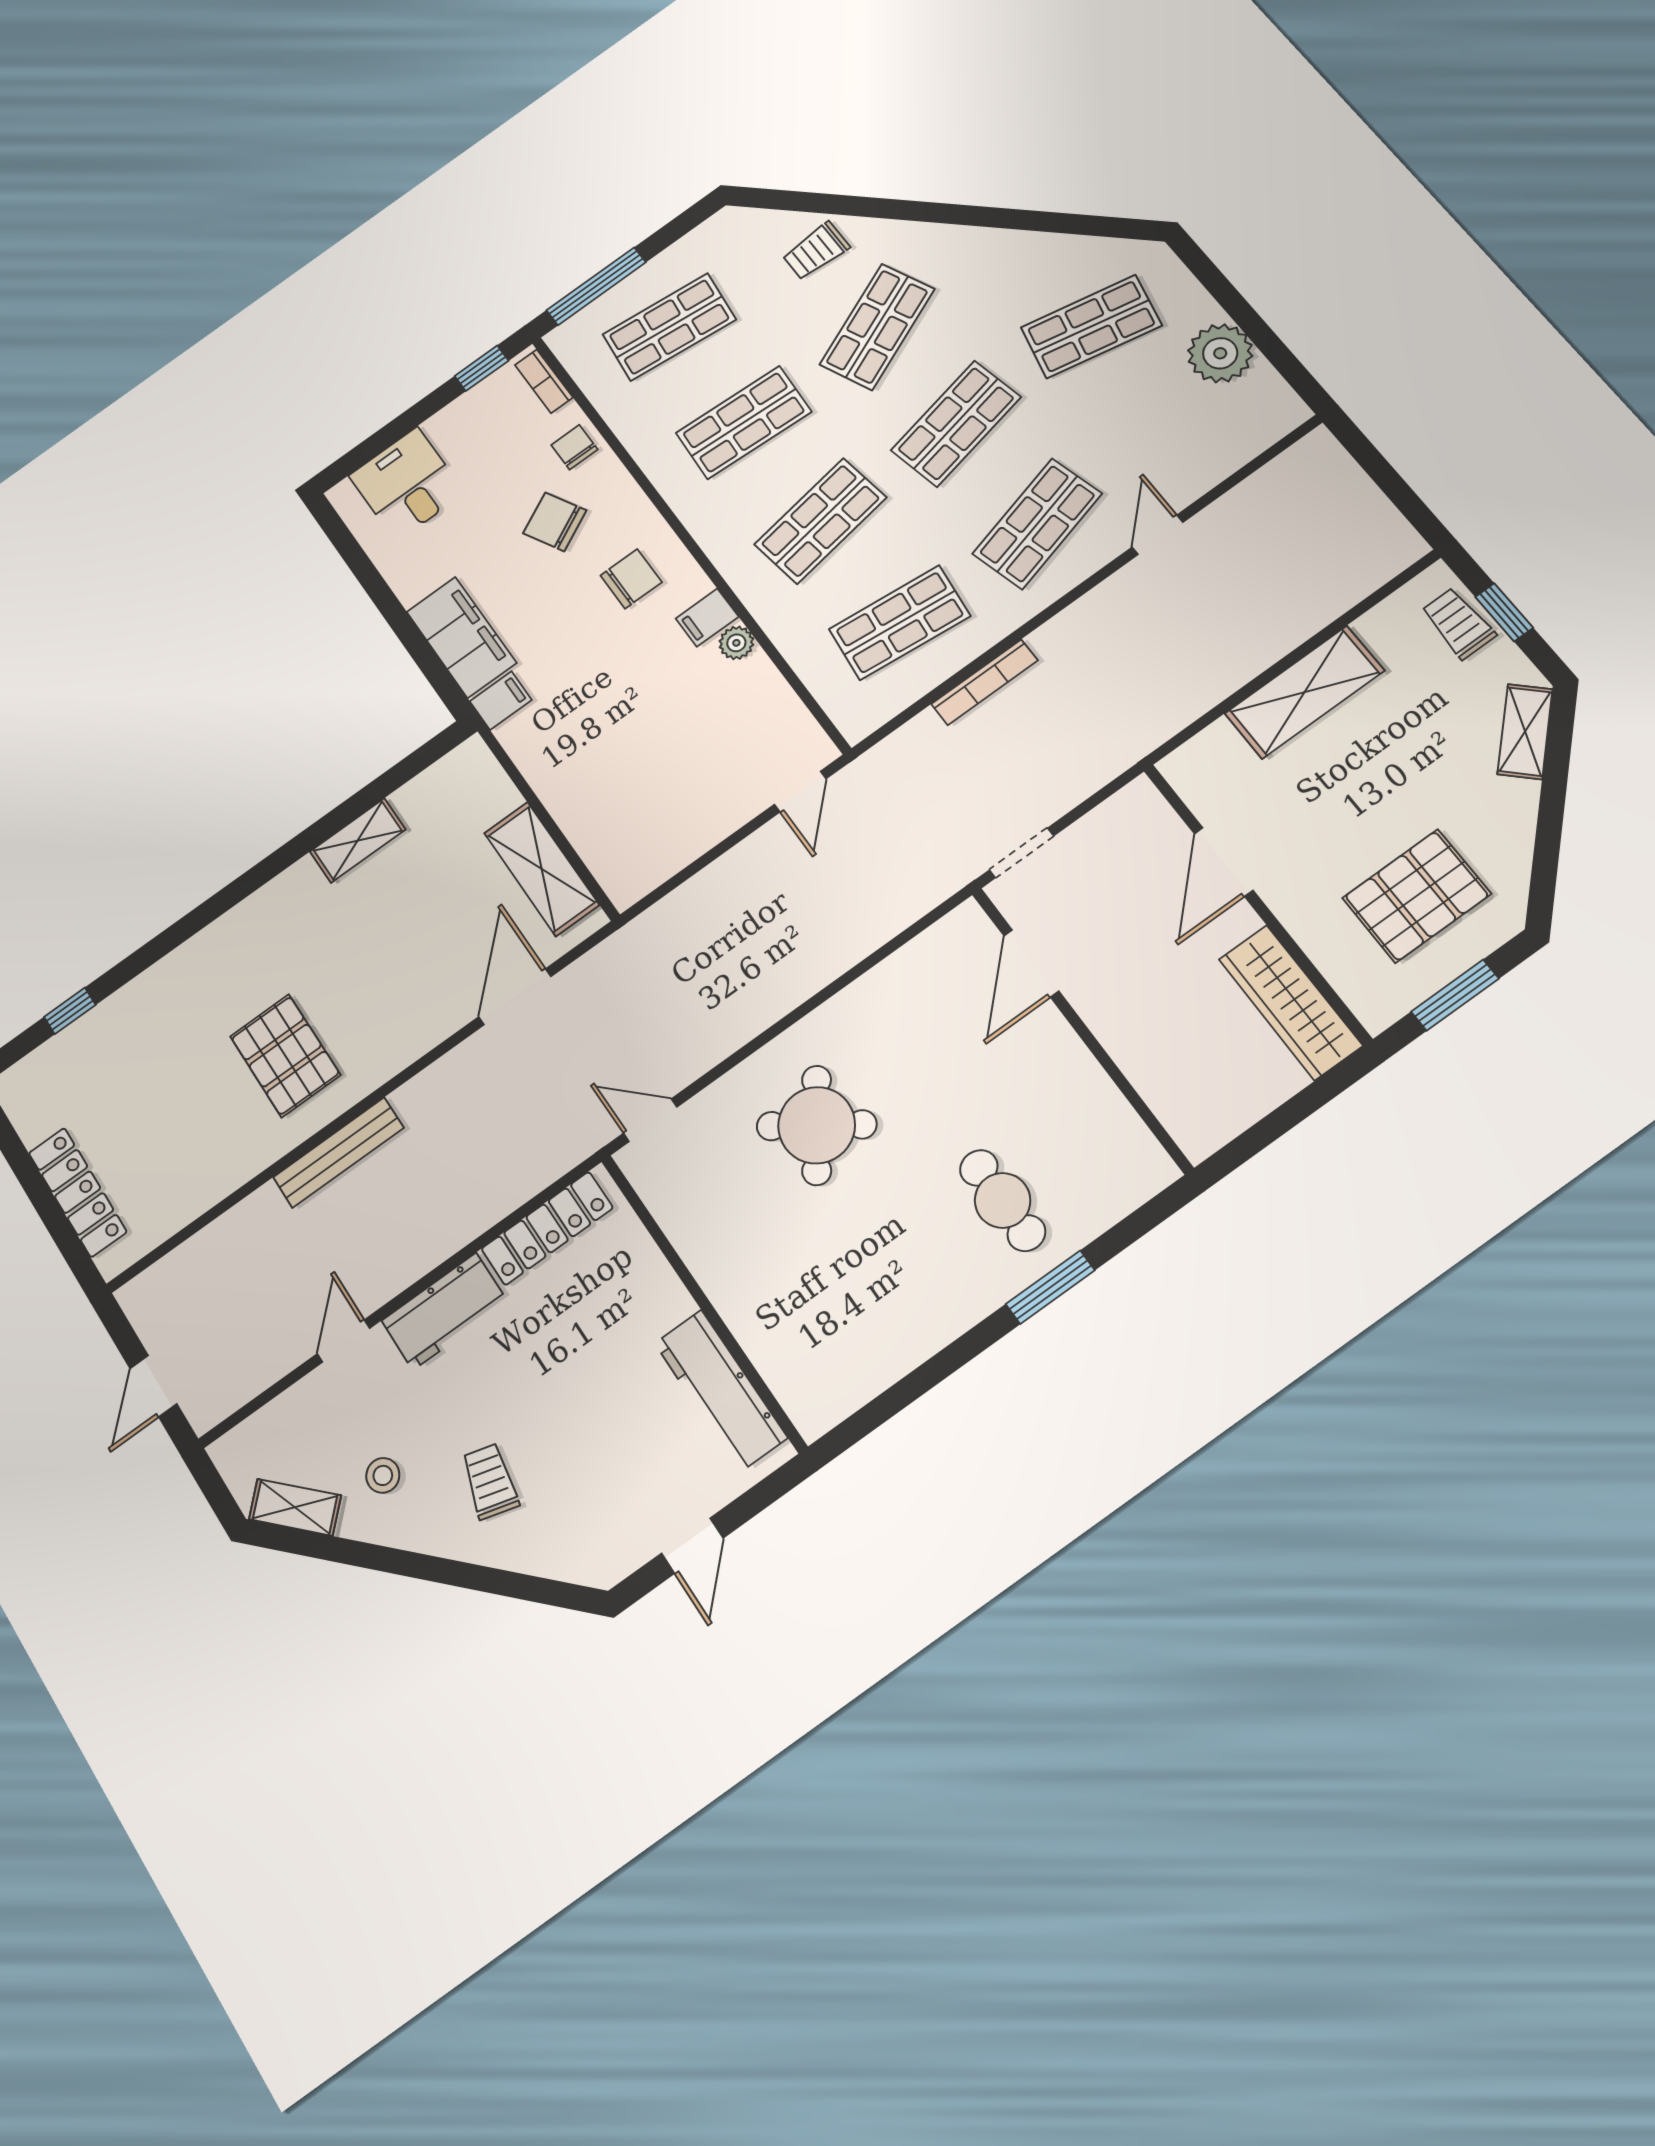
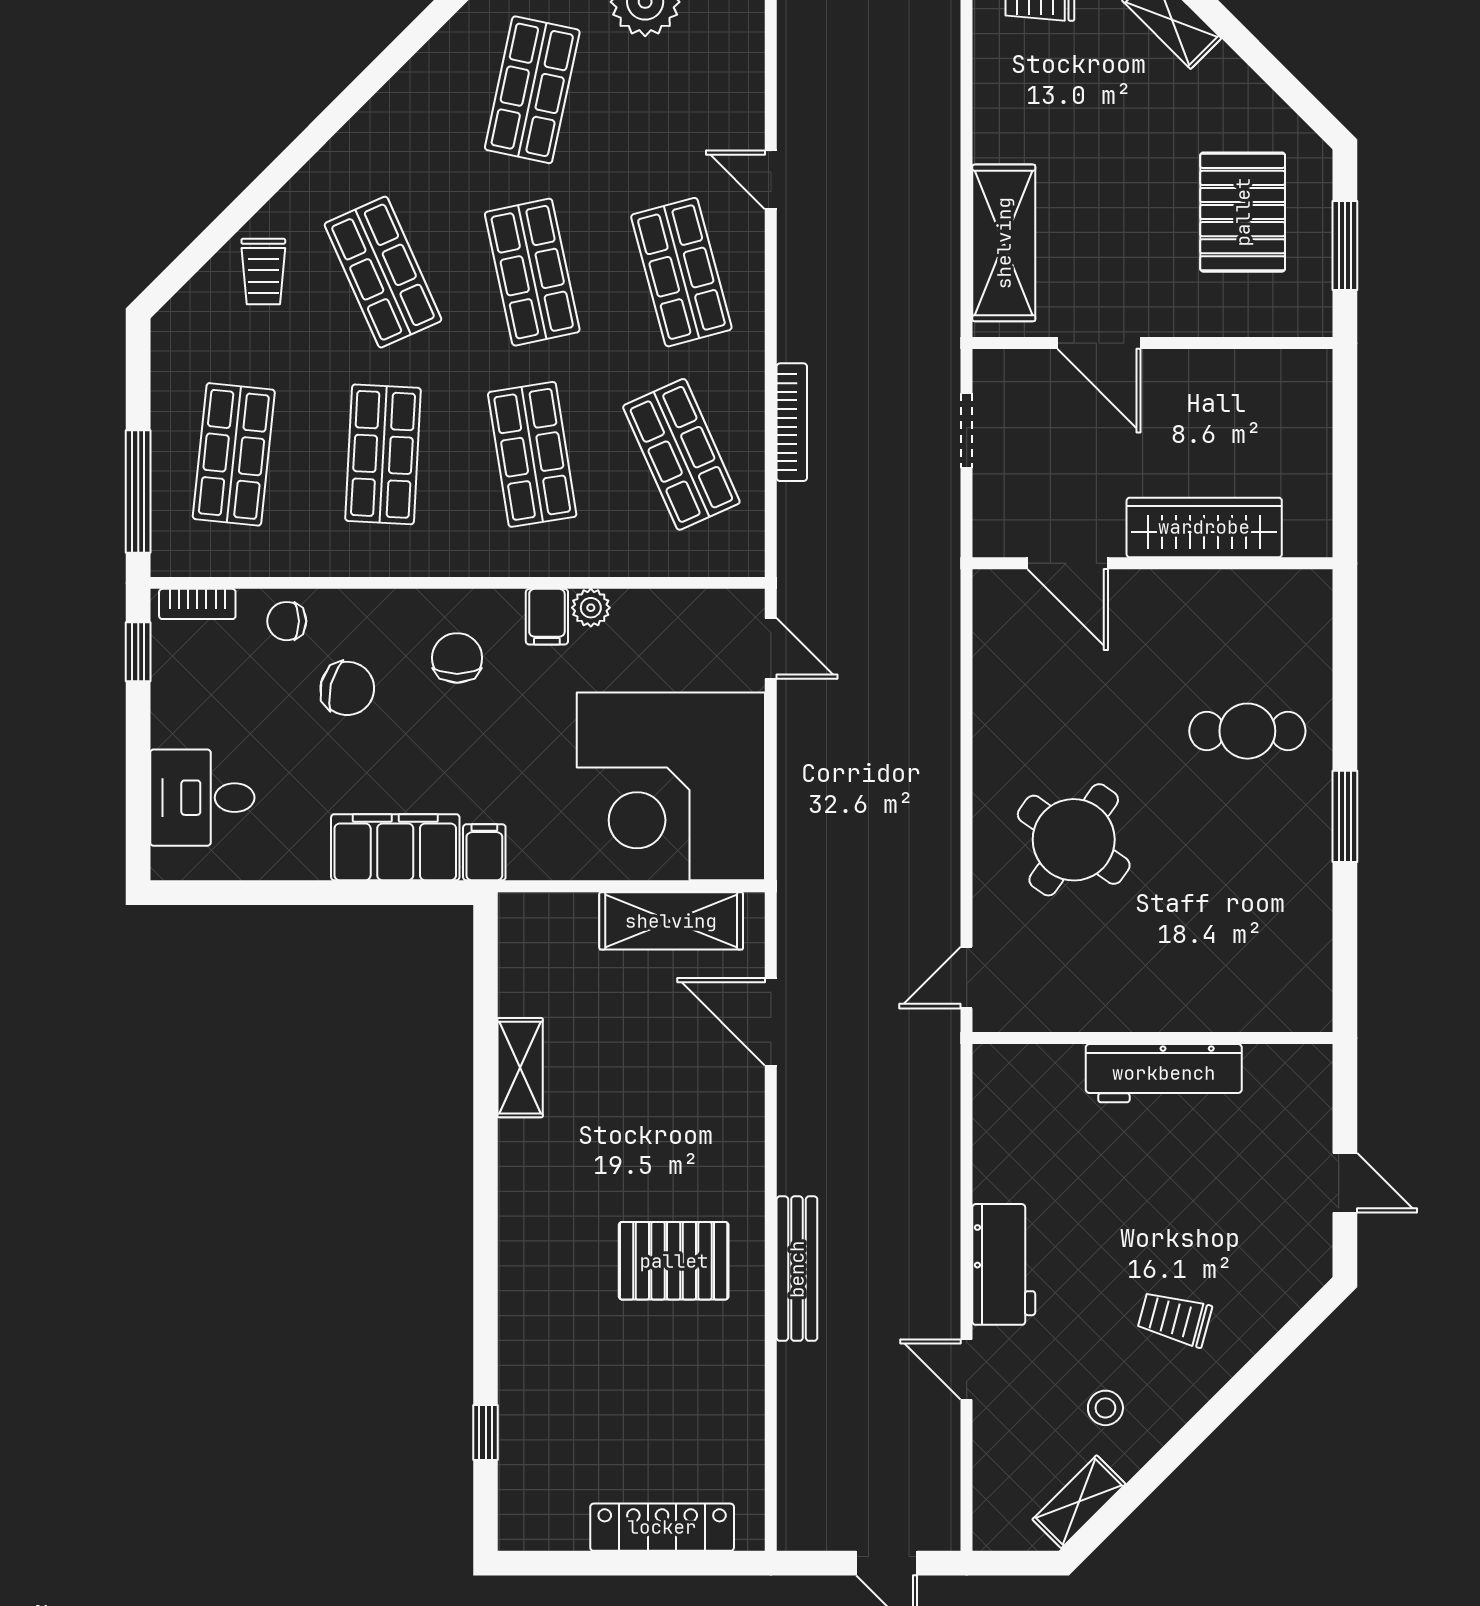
chair: (555, 522) -> (347, 688), turned -138
shop shelf: (900, 623) -> (681, 454), turned -30
shelving: (1305, 692) -> (1004, 243), moved
corner desk: (643, 795) -> (671, 786), added
doorway: (1022, 853) -> (967, 431), moved
wardrobe: (1291, 1002) -> (1204, 527), moved, turned 180
locker: (547, 1228) -> (996, 1129), removed
window: (1050, 1287) -> (1345, 816), moved
workbench: (721, 1390) -> (1164, 1073), moved

